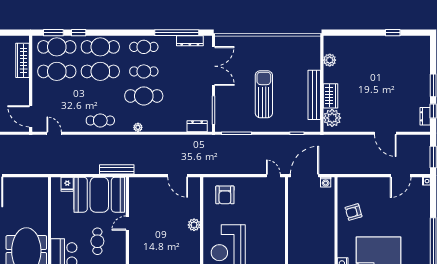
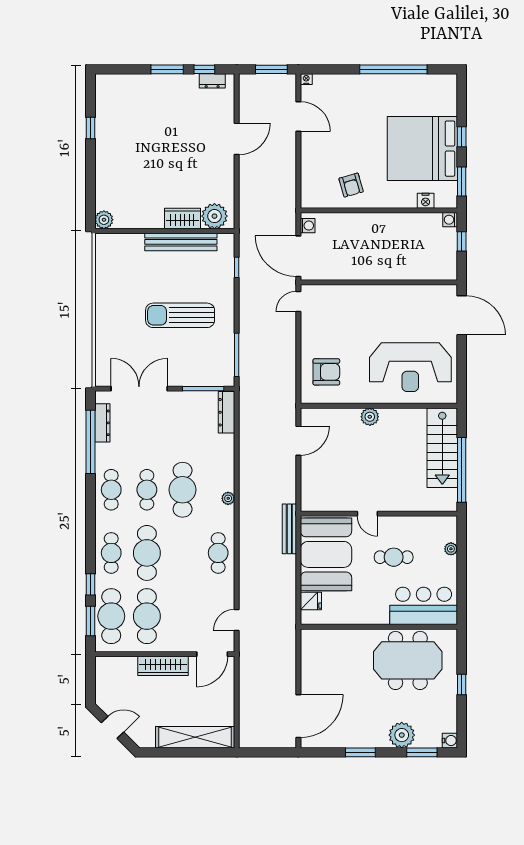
cafe table: (100, 47) -> (111, 553), width x0.73, depth x0.74
wardrobe: (23, 60) -> (163, 666), moved
plant: (330, 60) -> (104, 220), moved
dresser: (197, 126) -> (226, 412), width x1.44

